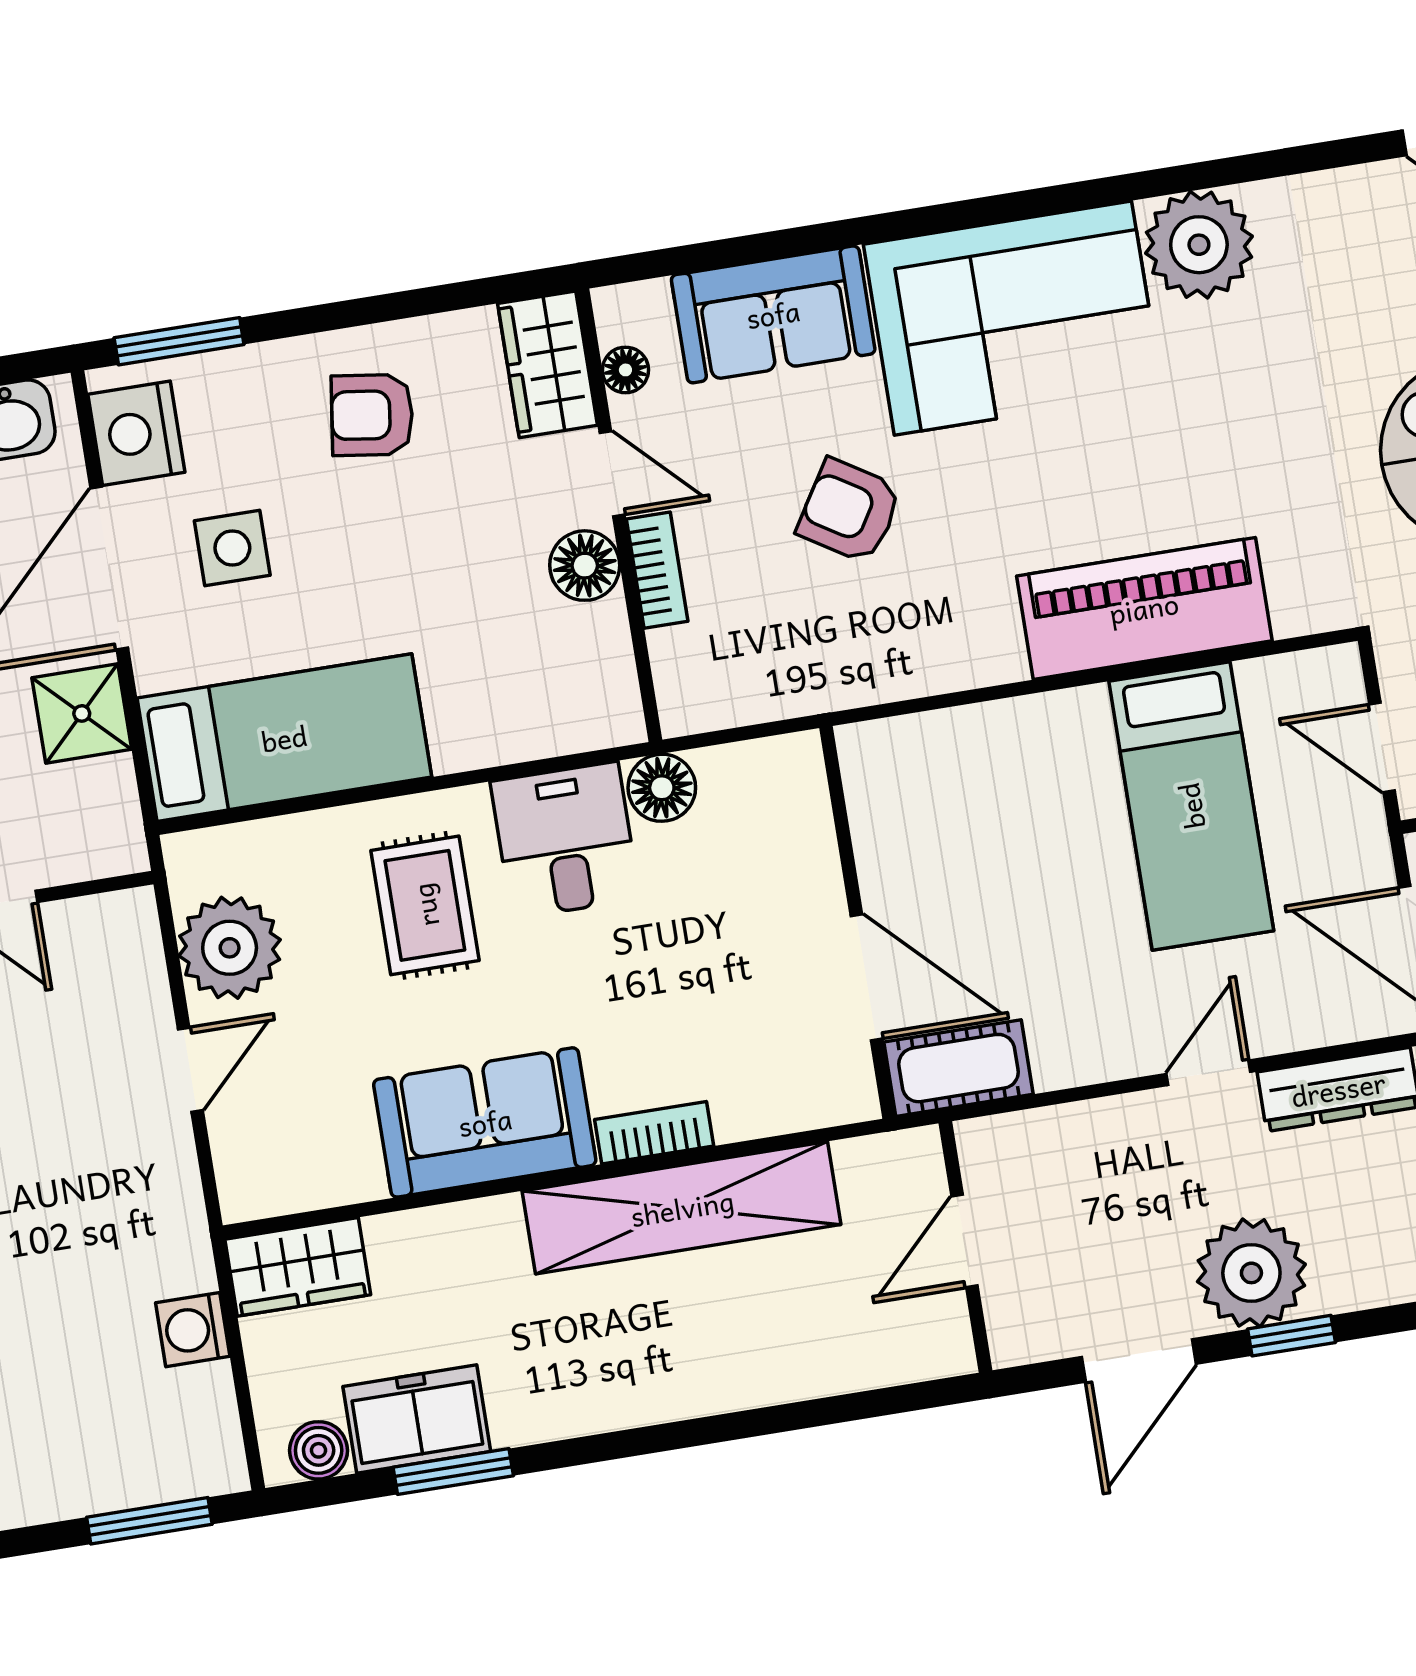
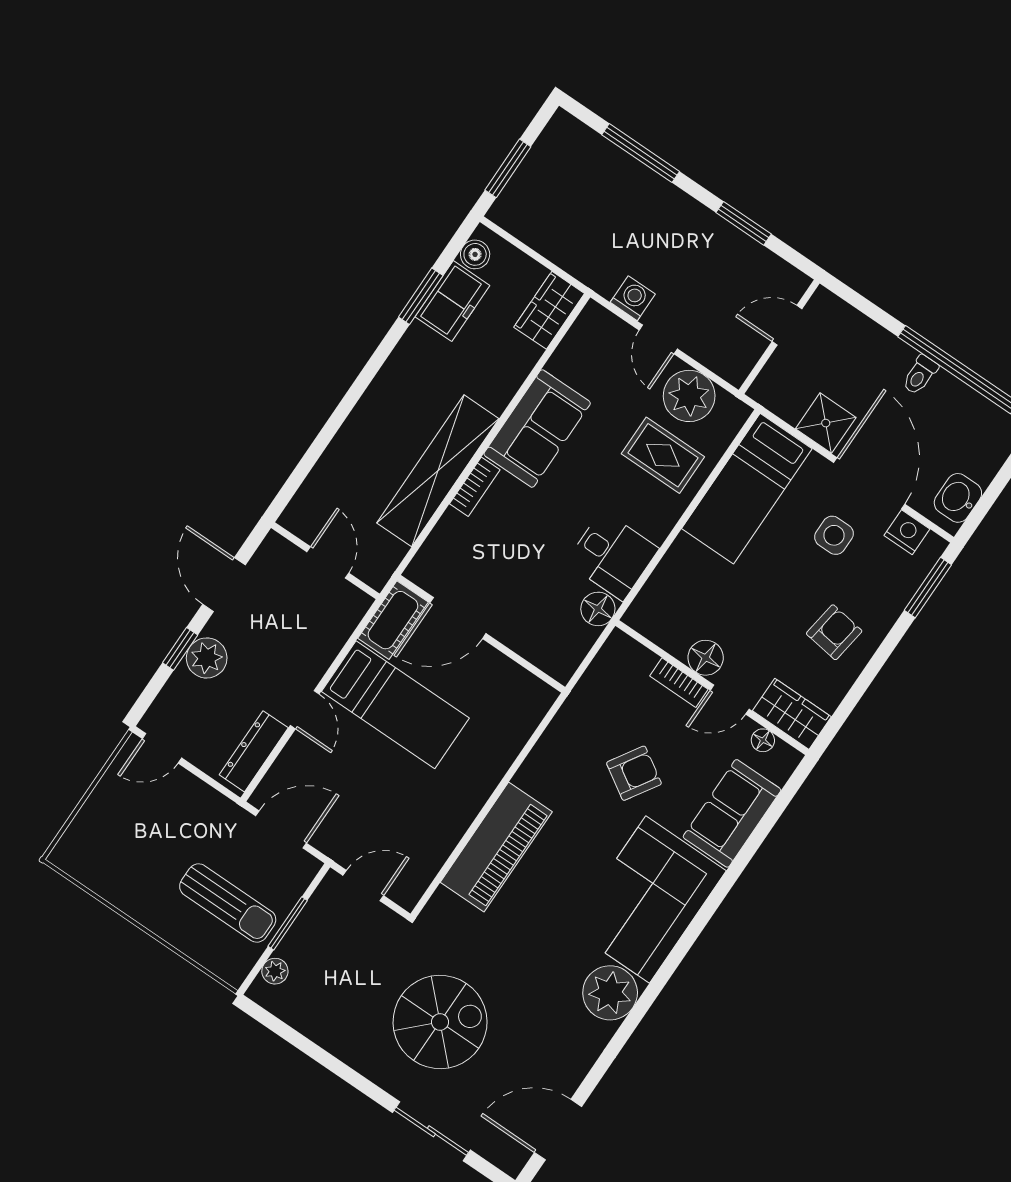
nightstand: (136, 433) -> (907, 532), width x0.74, depth x0.75
bed: (1191, 806) -> (395, 705), moved, turned 180
rug: (425, 905) -> (663, 455), moved
plant: (1251, 1273) -> (207, 658), width x0.73, depth x0.73
washing machine: (193, 1330) -> (633, 298), moved

